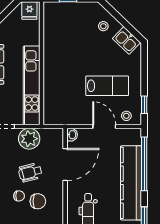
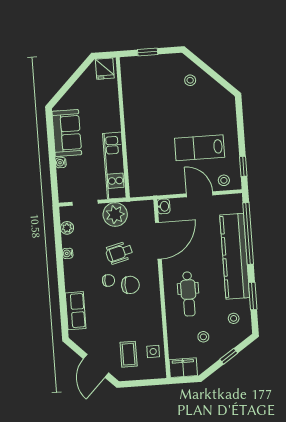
kitchen sink: (126, 40) -> (218, 95), removed
kitchen unit: (32, 85) -> (114, 166), width x0.73
lab bench: (107, 86) -> (200, 148), turned 180

